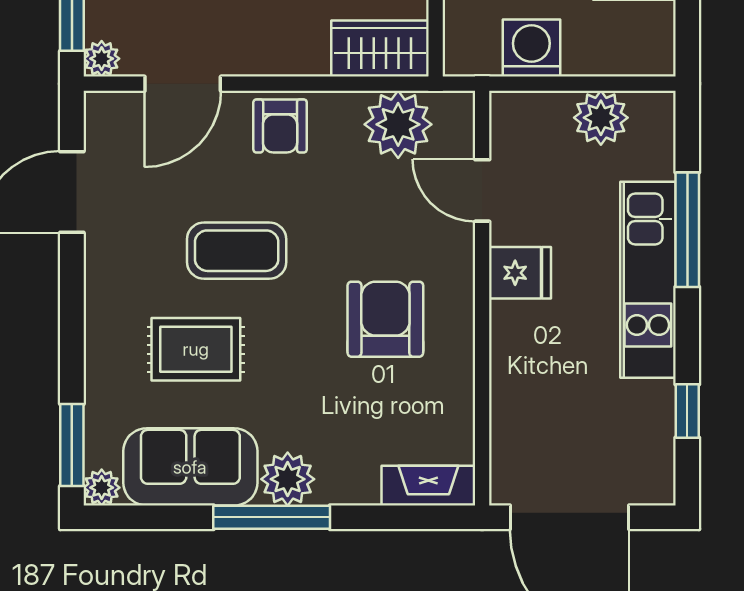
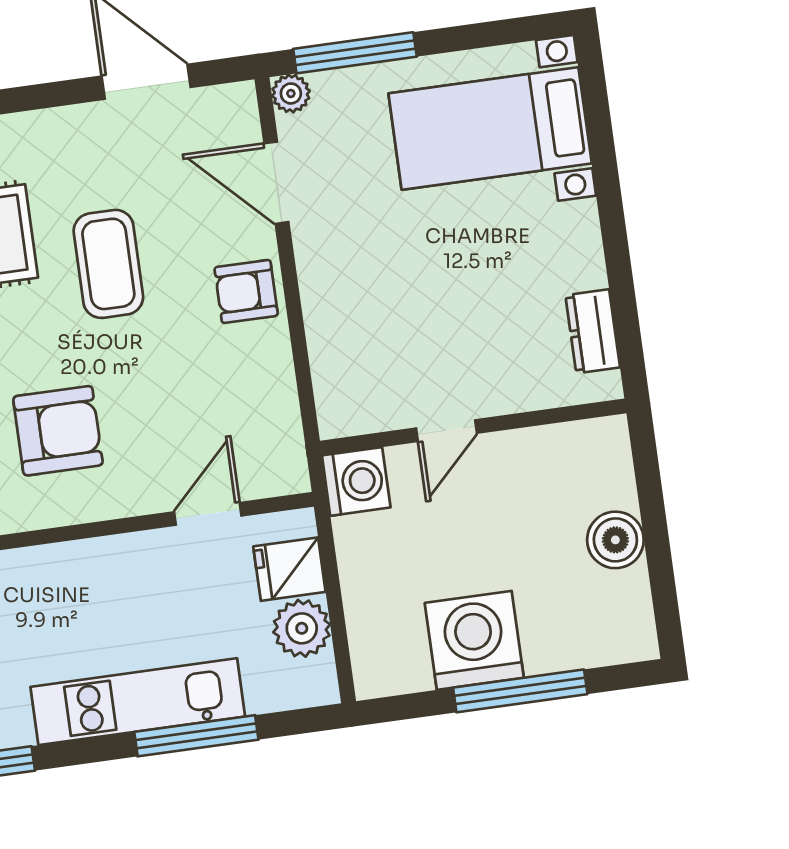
washing machine: (531, 48) -> (356, 481), moved
wardrobe: (380, 49) -> (342, 385), removed
plant: (398, 124) -> (265, 416), removed
fridge: (520, 273) -> (289, 569), moved, turned 90

